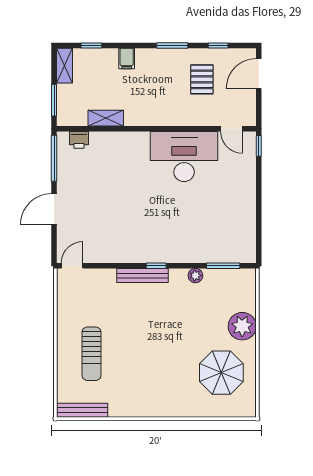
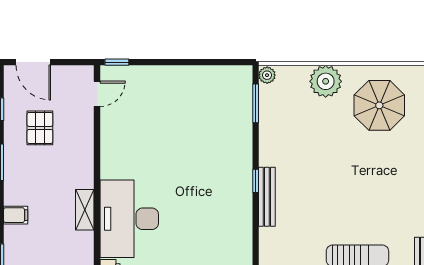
pallet: (202, 79) -> (40, 128), turned 90
shelving: (106, 118) -> (85, 210), moved
desk: (184, 156) -> (129, 219), moved
plant: (195, 276) -> (267, 75), moved

